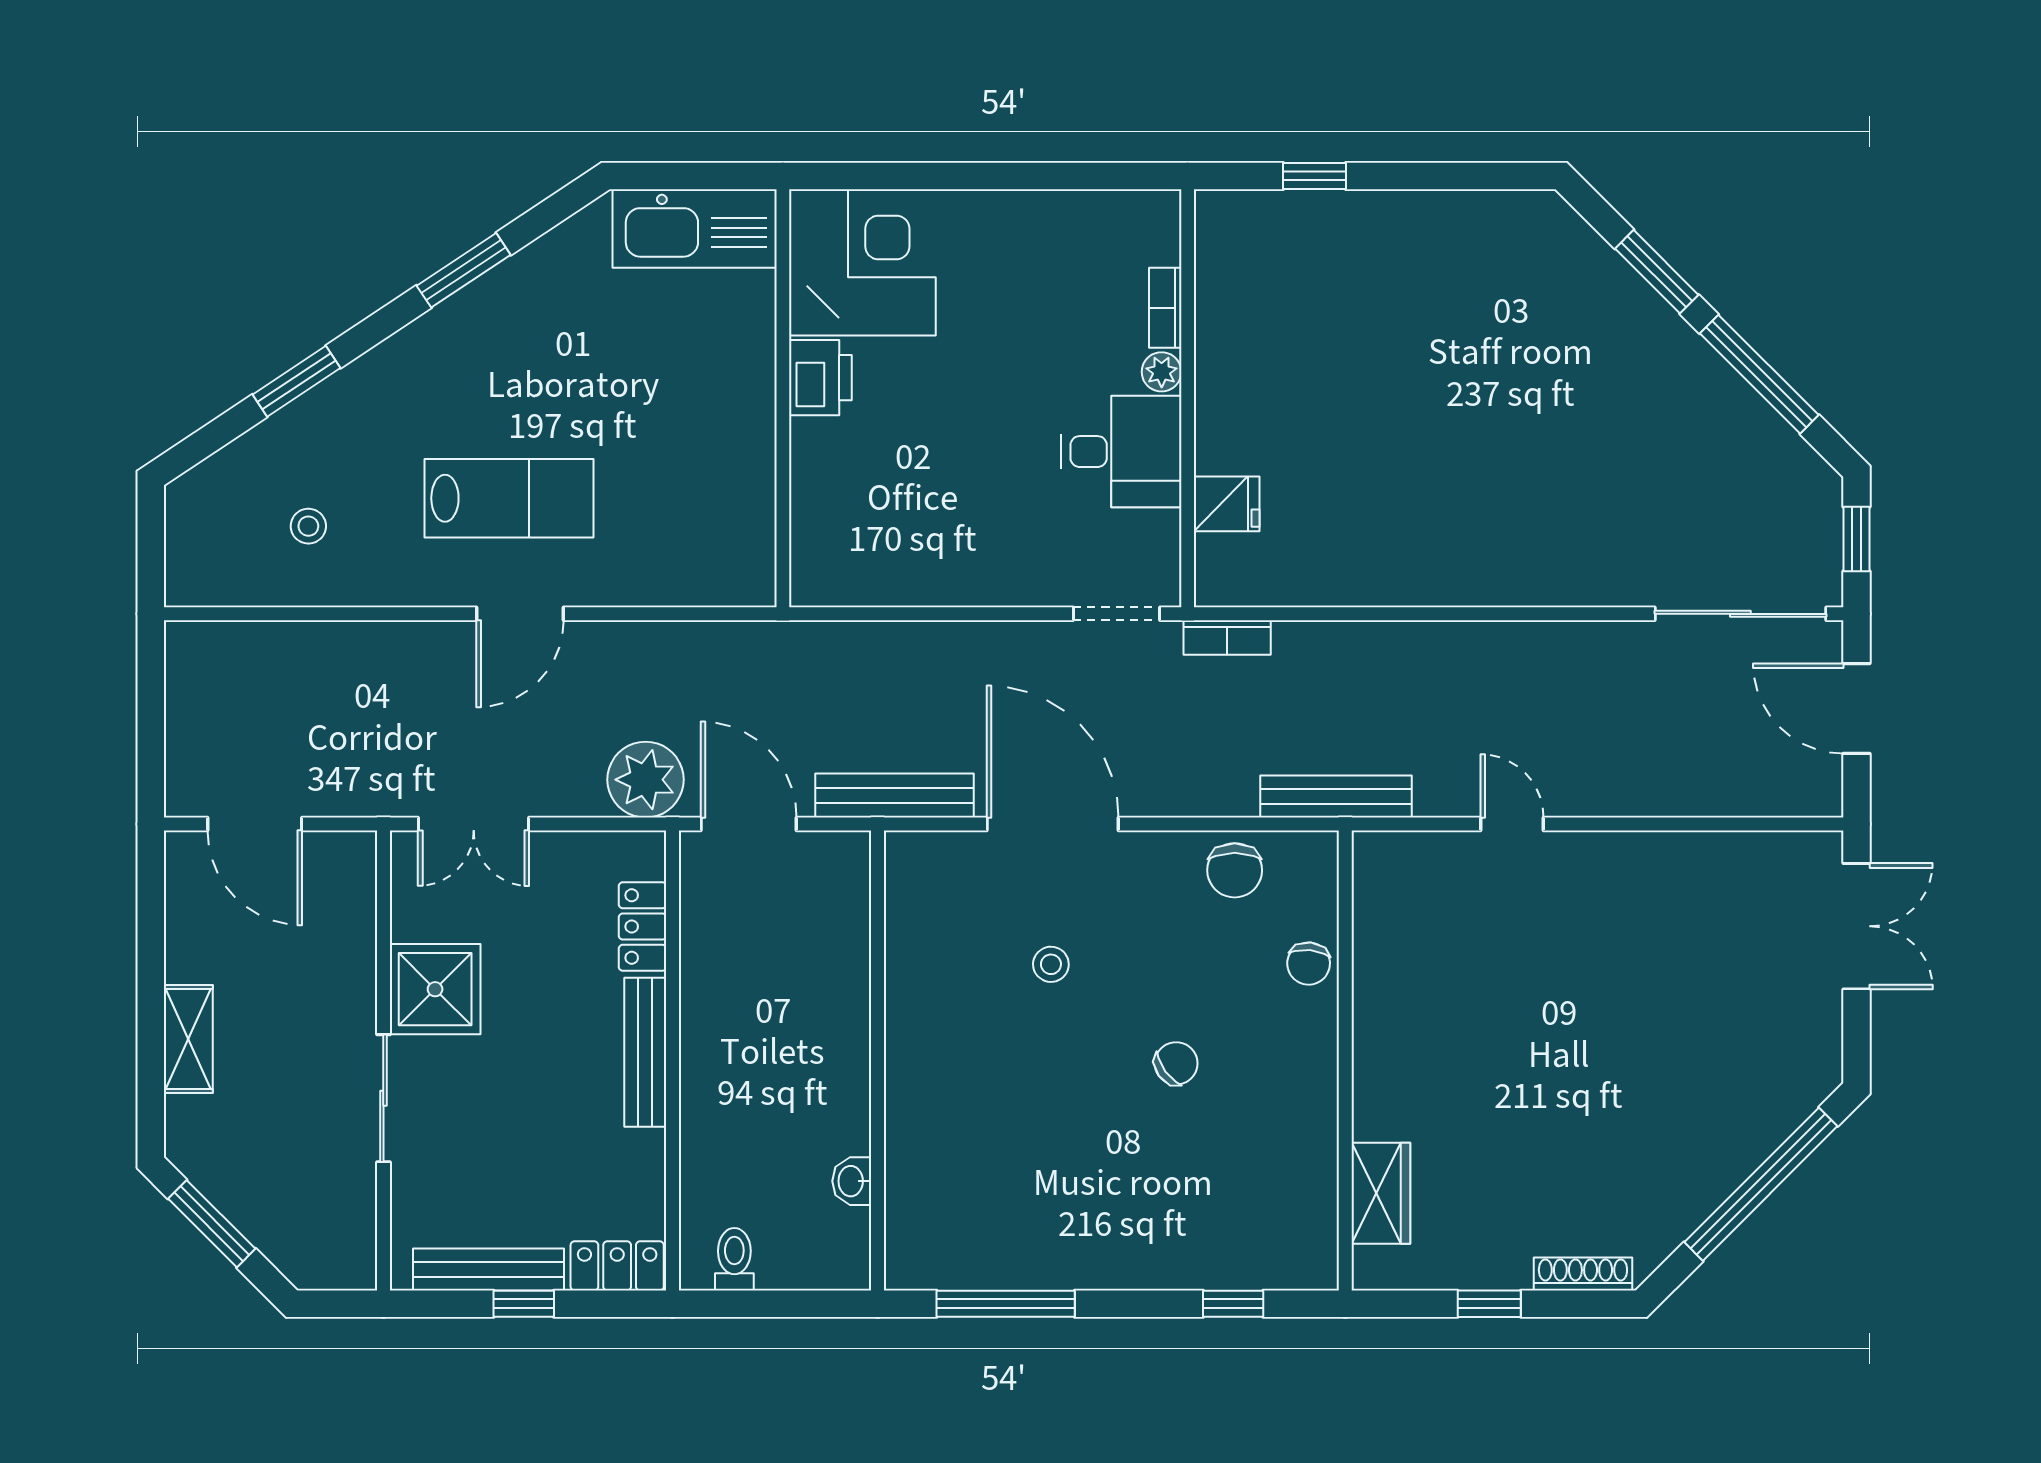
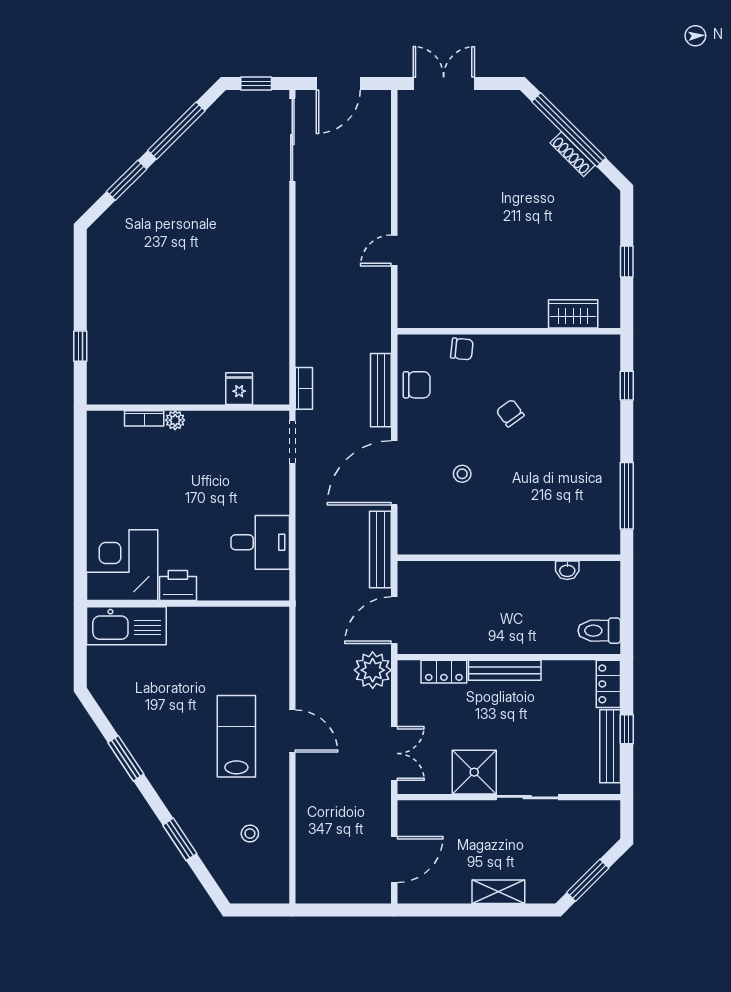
kitchen sink: (695, 228) -> (126, 626), moved, turned 90
desk: (1121, 452) -> (260, 542), moved, turned 90
bench: (1336, 797) -> (381, 390), moved
toilet: (734, 1259) -> (599, 631), width x1.37, depth x1.39
shoe rack: (1583, 1274) -> (573, 154), moved, turned -45

